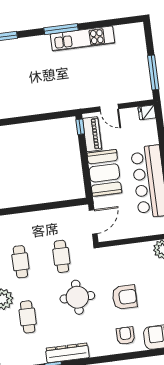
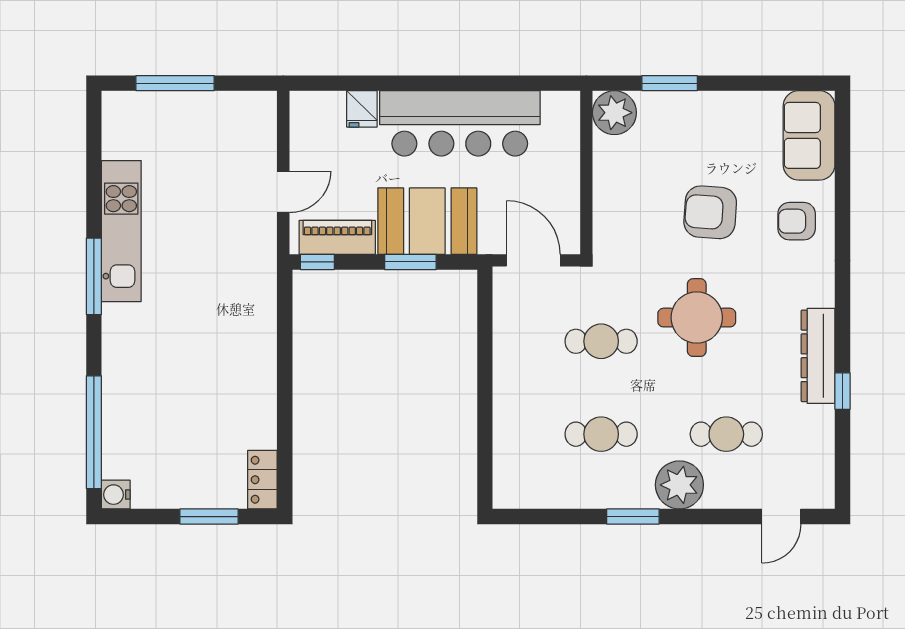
window: (153, 72) -> (175, 83), moved
fridge: (147, 112) -> (362, 109), moved
window: (85, 168) -> (410, 262), added
armchair: (125, 297) -> (710, 212), turned -86

